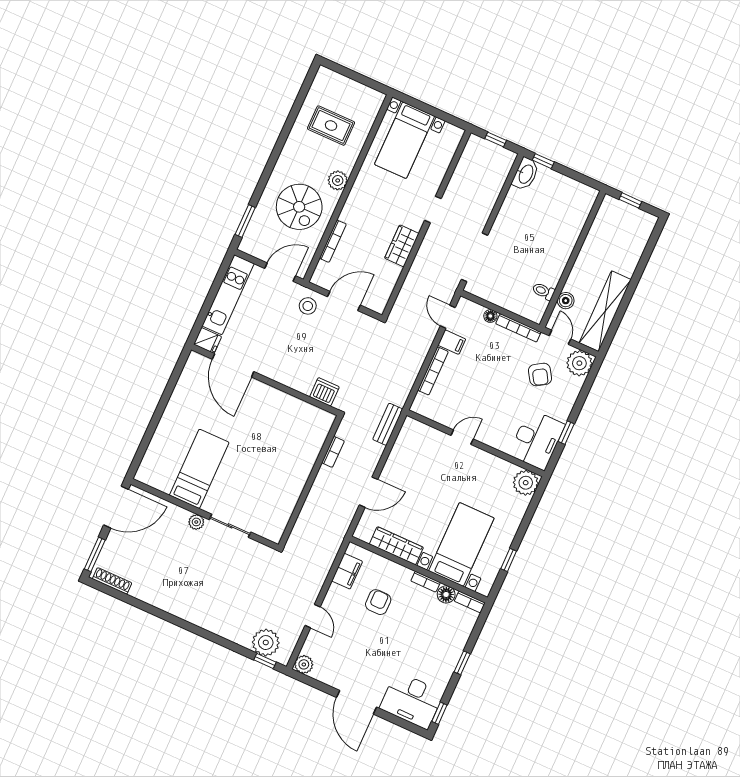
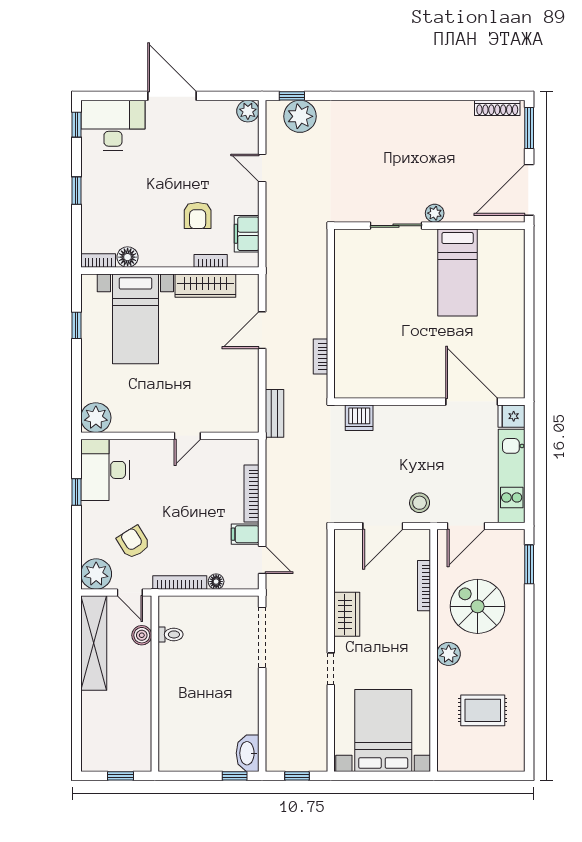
bed with nightstands: (404, 140) -> (383, 730), width x1.36
bookcase: (426, 582) -> (211, 261), moved

